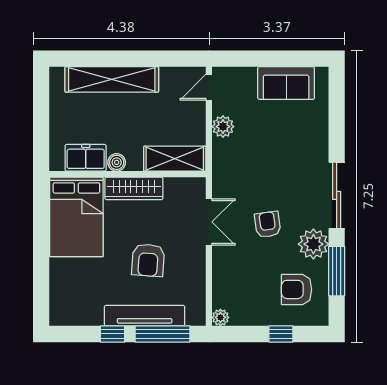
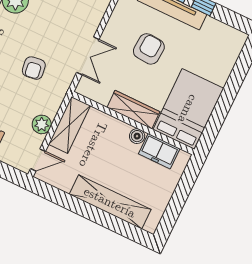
shelving: (175, 159) -> (69, 125), moved, turned 90
double door: (209, 222) -> (88, 56), swing flipped
armchair: (268, 224) -> (34, 68), moved

